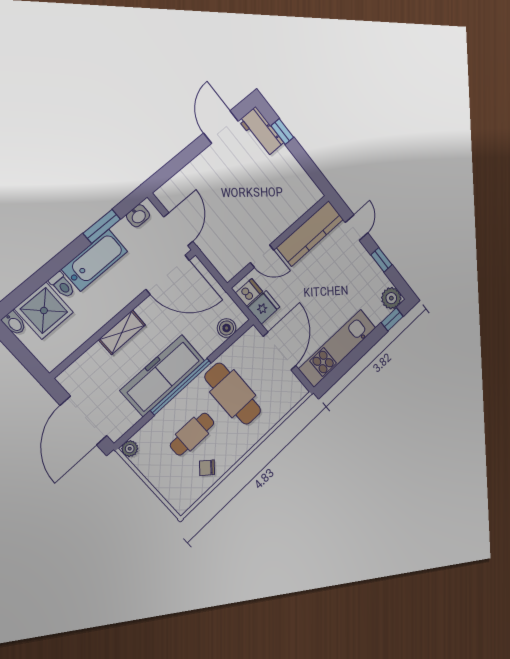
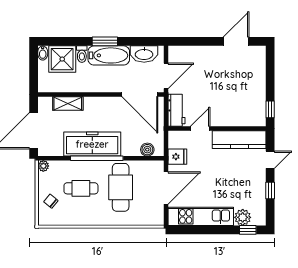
workbench: (261, 132) -> (176, 110), moved, turned 180
window: (282, 132) -> (270, 109), moved
washbasin: (138, 216) -> (144, 54), width x1.91, depth x1.45
window: (102, 226) -> (105, 41), moved
door: (262, 256) -> (200, 129), swing flipped
dishwasher: (249, 292) -> (176, 142), removed
plant: (391, 298) -> (243, 217), moved
shelving: (122, 332) -> (68, 103), moved
chair: (207, 468) -> (51, 201), moved

